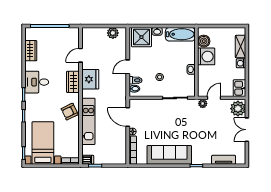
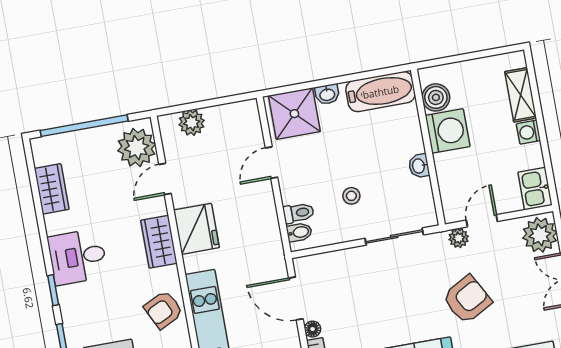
plant: (113, 33) -> (192, 123), moved
plant: (71, 39) -> (137, 148), added
door: (128, 67) -> (271, 163), moved
armchair: (202, 131) -> (467, 299), added

